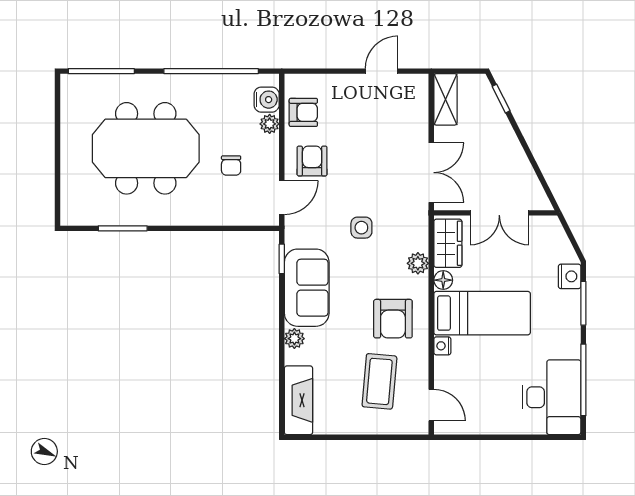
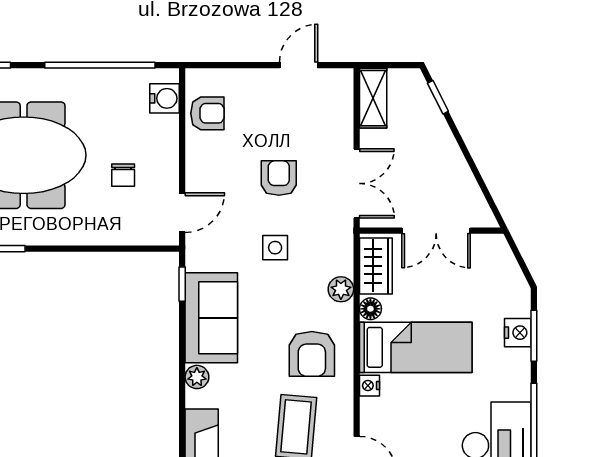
plant: (270, 124) -> (168, 127), removed
armchair: (312, 161) -> (279, 178), moved
nightstand: (570, 276) -> (518, 333), moved

